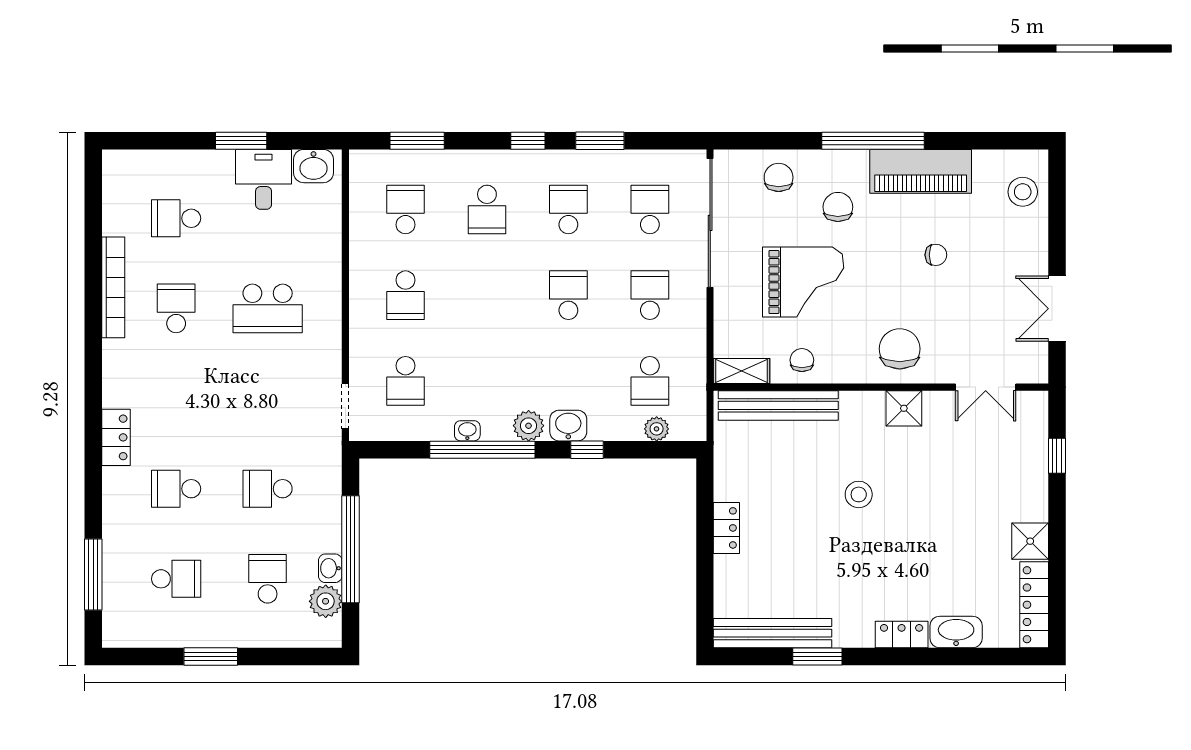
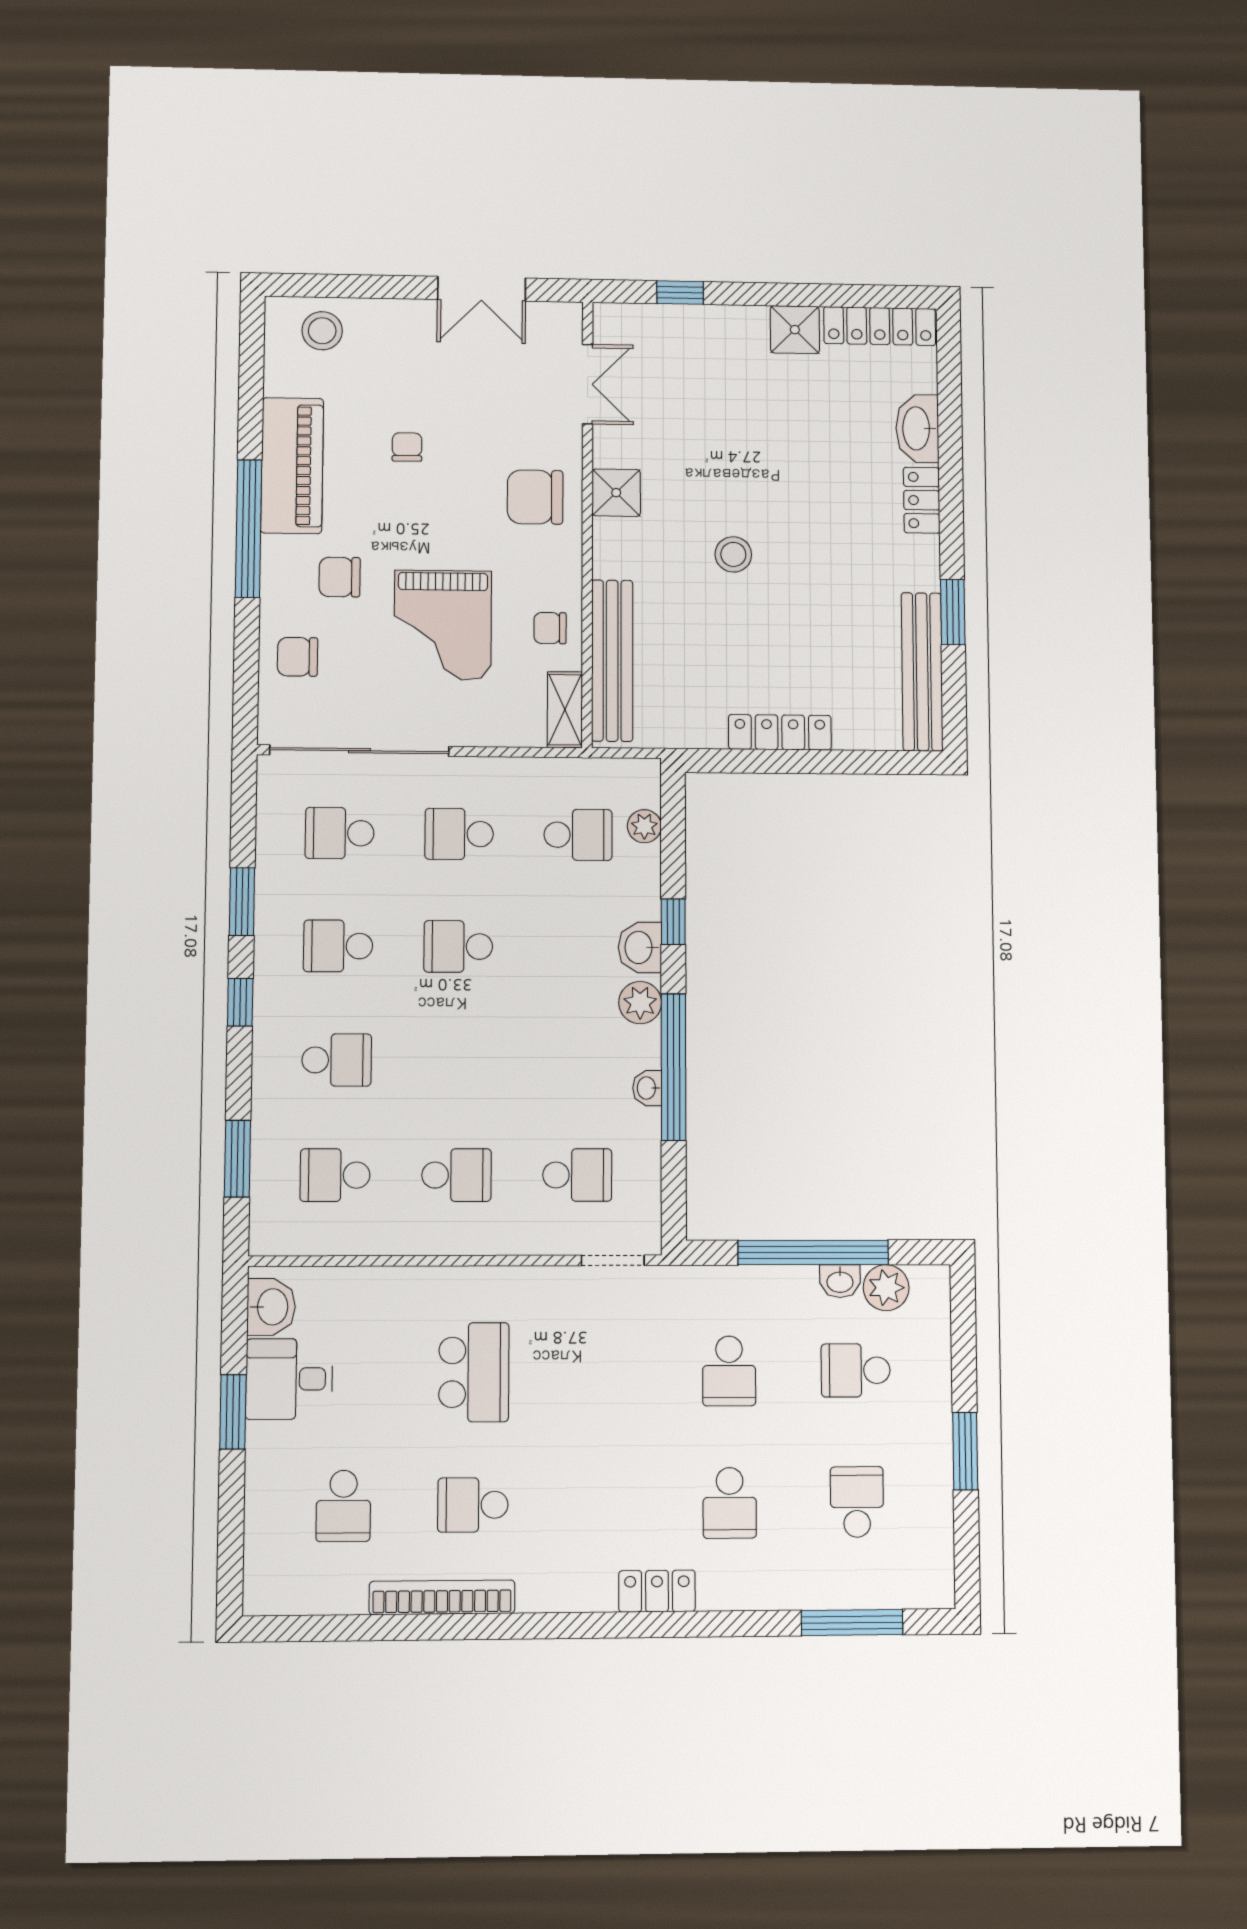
grand piano: (803, 282) -> (443, 625), turned 180
locker: (726, 528) -> (780, 732), width x1.53

